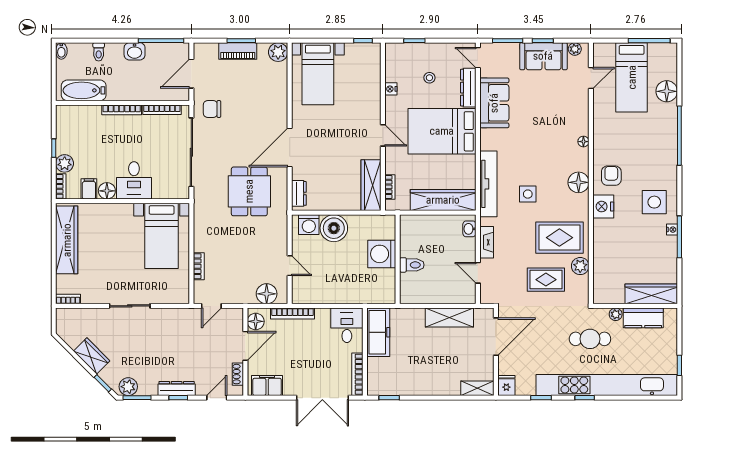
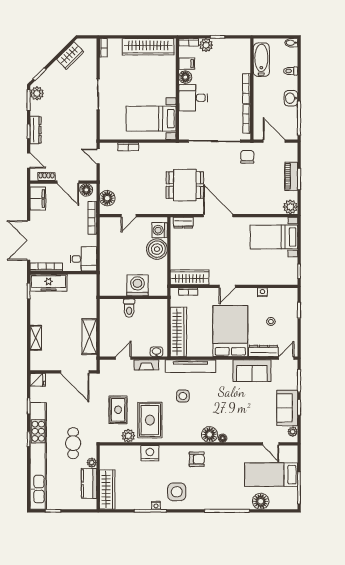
floor lamp: (579, 182) -> (210, 434), moved
nightstand: (603, 207) -> (150, 453), moved
freezer: (378, 332) -> (49, 283), moved
wardrobe: (92, 356) -> (70, 56), moved
shelving: (477, 388) -> (36, 338), moved

